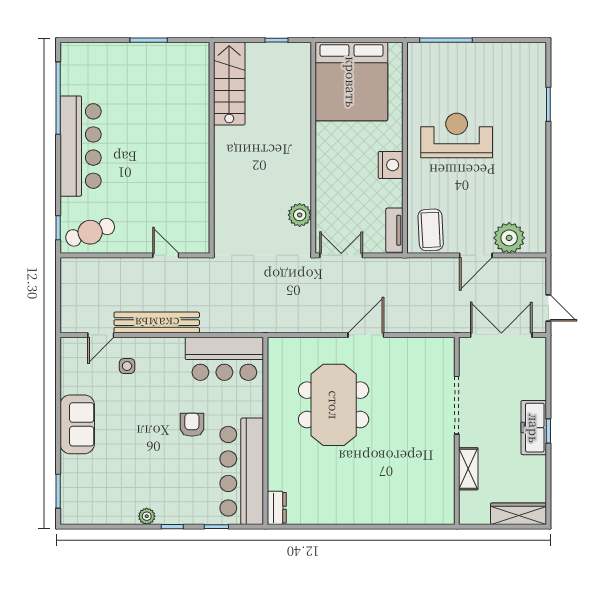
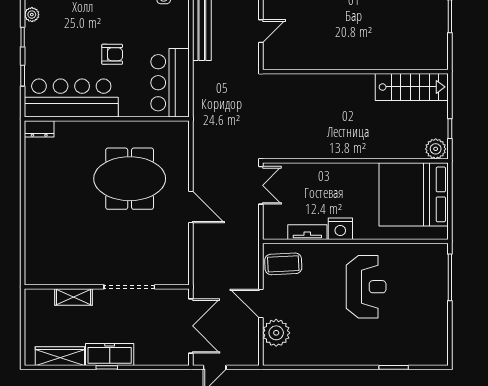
plant: (300, 215) -> (436, 149), moved
tv unit: (394, 230) -> (307, 232), moved
wardrobe: (519, 514) -> (60, 356), moved, turned -90

